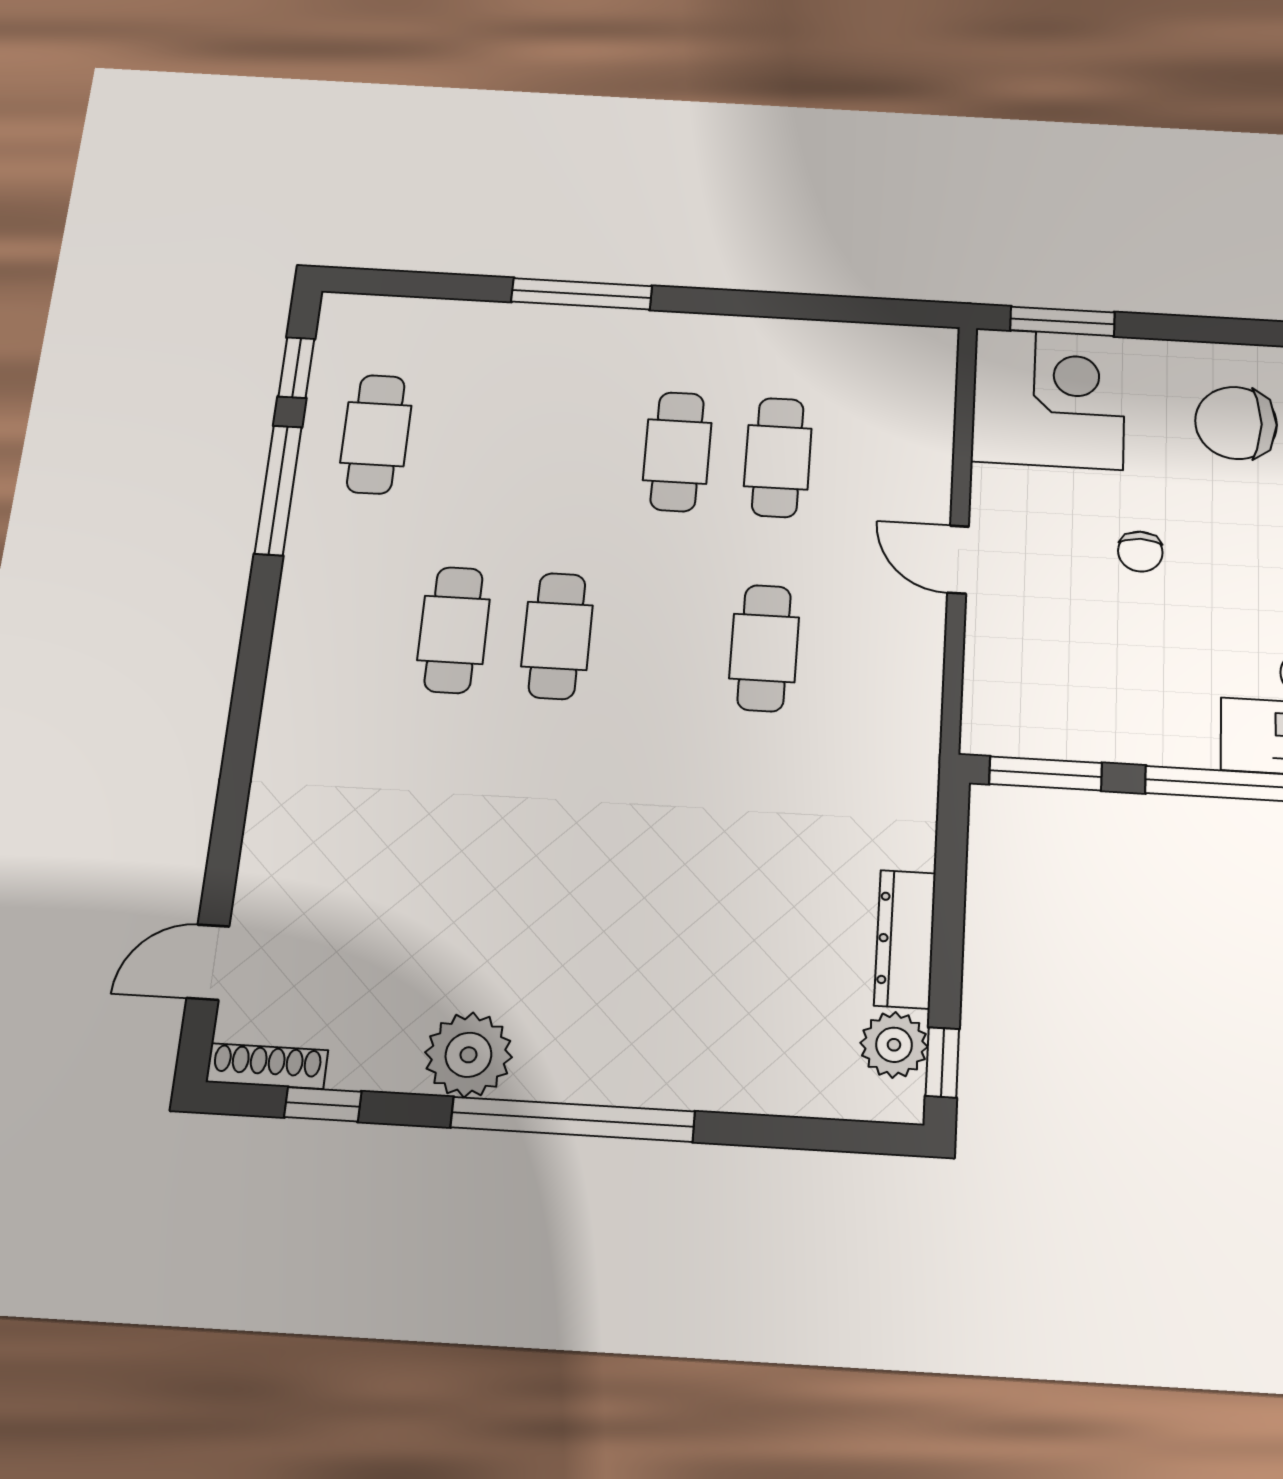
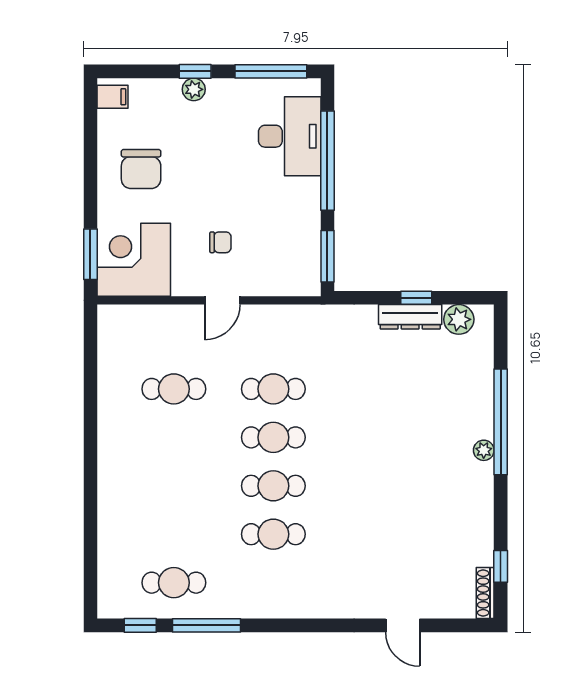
window: (582, 294) -> (90, 491), removed
cafe table: (677, 452) -> (273, 437), moved
chair: (1140, 552) -> (220, 242), moved
door: (208, 962) -> (403, 625), moved
plant: (468, 1055) -> (484, 450), moved, width x0.53, depth x0.53
window: (942, 1062) -> (416, 298), moved
window: (573, 1119) -> (501, 422), moved

